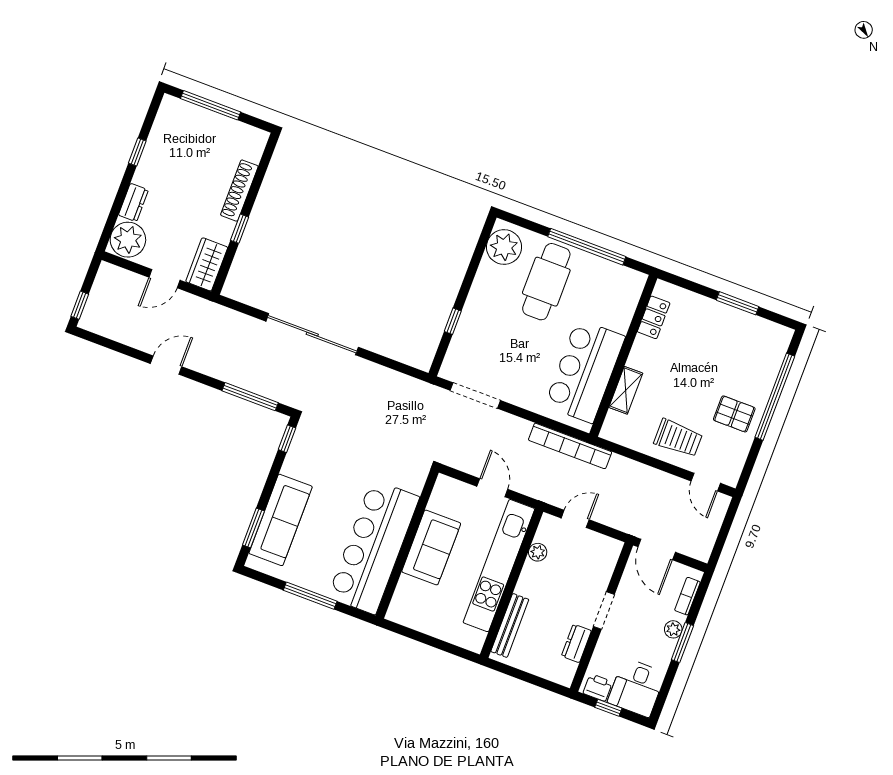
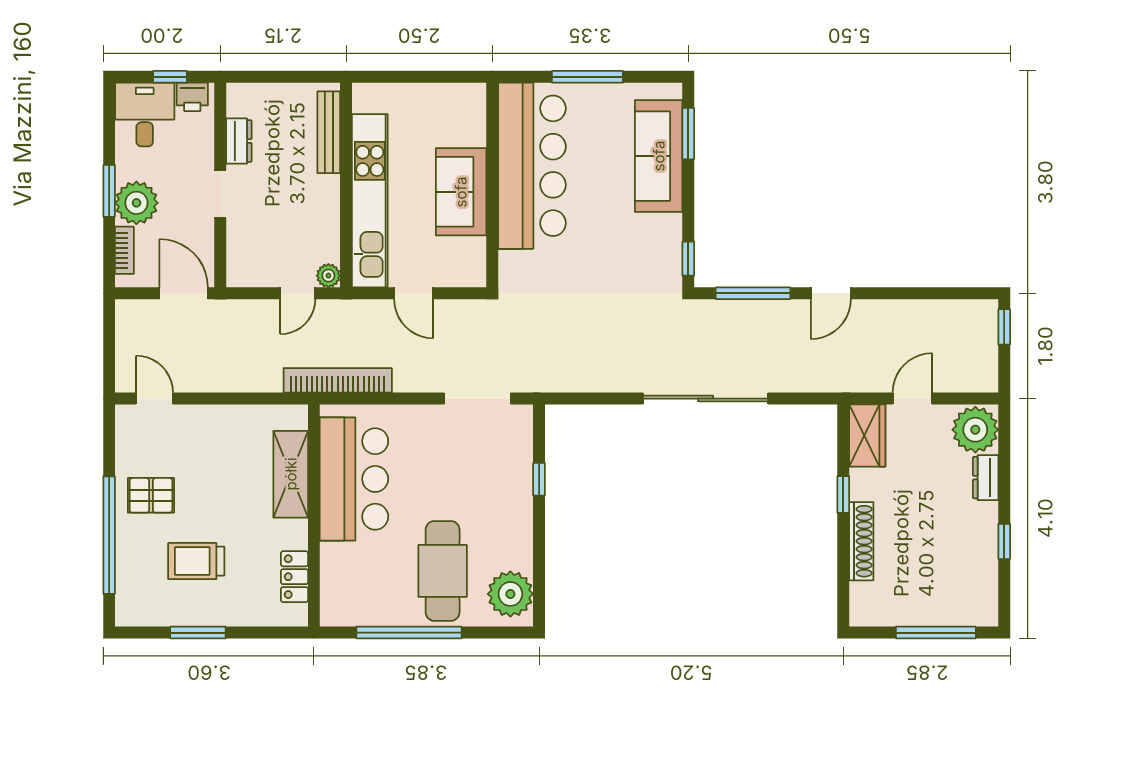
door: (166, 365) -> (831, 293), moved
shelving: (626, 390) -> (291, 474), width x1.50, depth x1.33
trolley: (678, 438) -> (196, 561), moved
plant: (538, 552) -> (328, 276), moved
plant: (673, 629) -> (136, 203), width x1.87, depth x1.87

